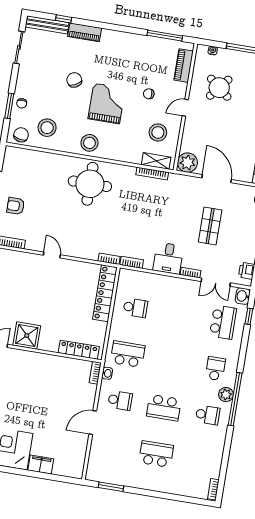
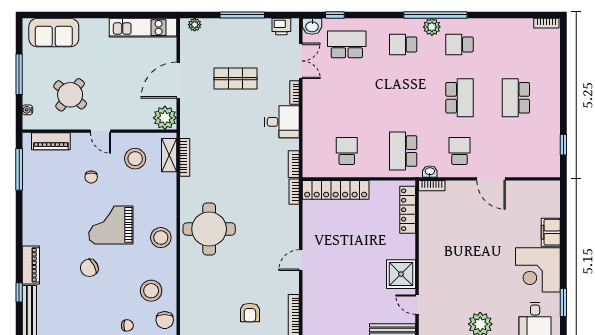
chair: (21, 135) -> (165, 320), turned -101
school desk: (208, 415) -> (459, 44), turned -90
window: (111, 487) -> (563, 145), width x0.67

